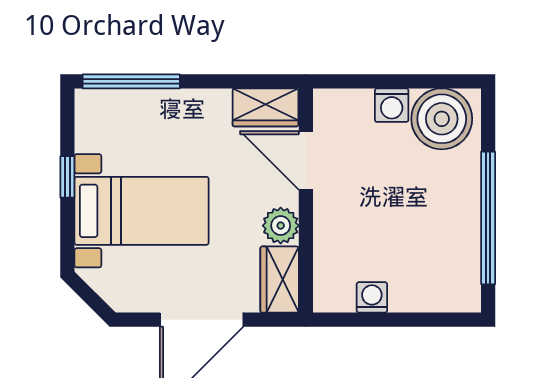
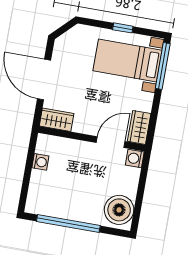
washing machine: (392, 105) -> (135, 158), moved
bed with nightstands: (142, 211) -> (128, 61), moved, turned 90
plant: (281, 226) -> (82, 125), removed

